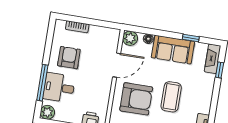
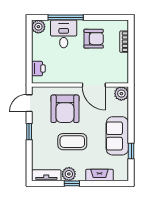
floor lamp: (148, 39) -> (124, 111), removed
fireplace: (213, 59) -> (99, 175), moved
window: (220, 70) -> (72, 183), moved
plant: (204, 106) -> (69, 174), added

